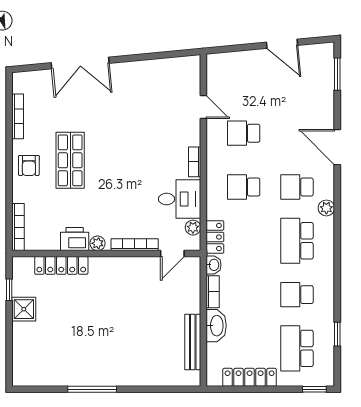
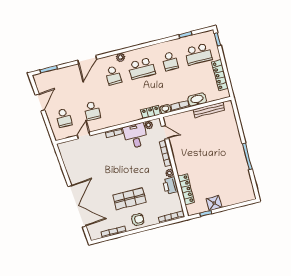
double door: (80, 63) -> (77, 206), width x1.36
school desk: (244, 187) -> (64, 118), moved

